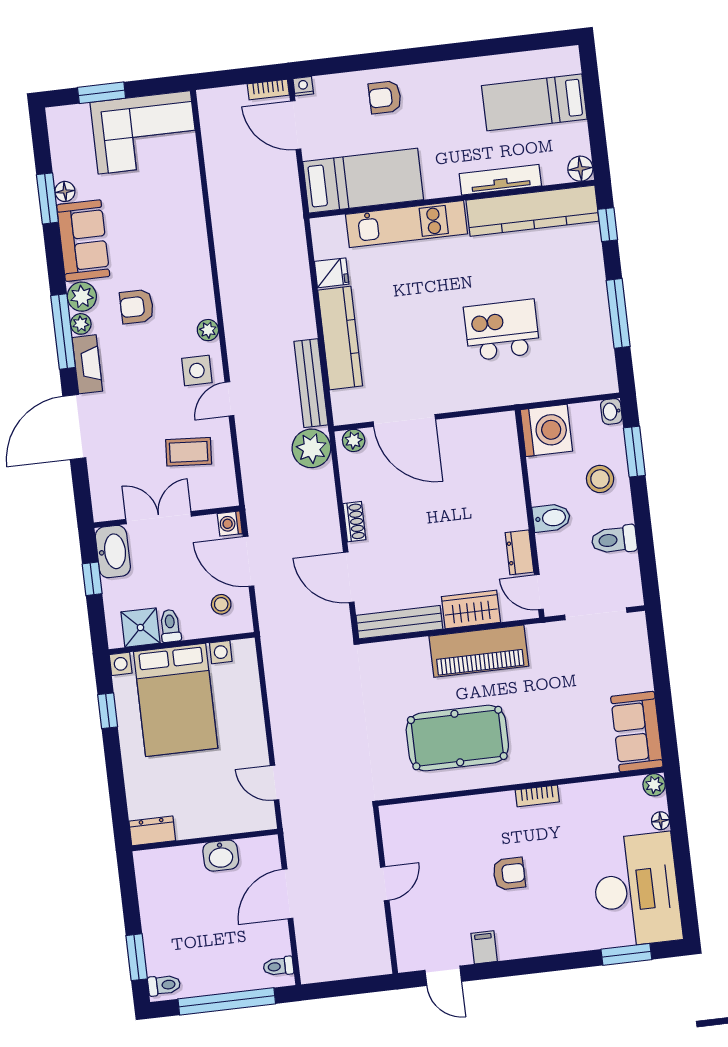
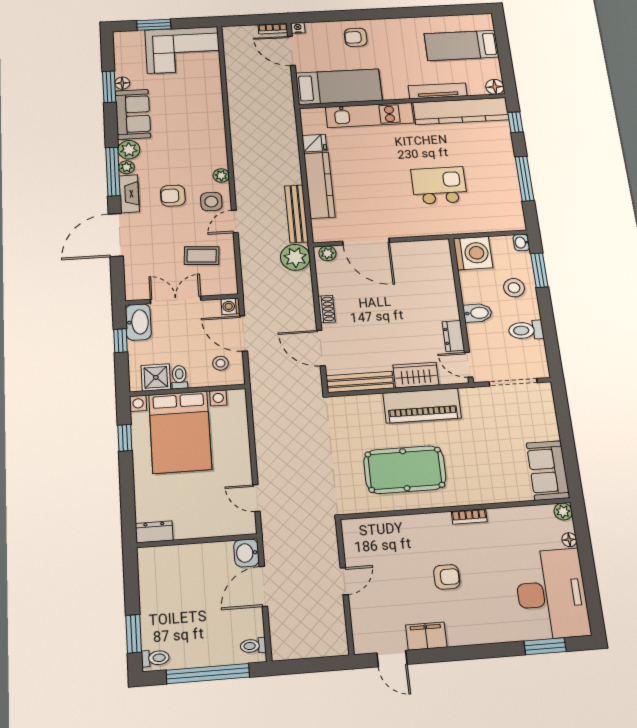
armchair: (137, 307) -> (173, 196), moved
washbasin: (221, 856) -> (246, 553), moved, turned 90
filing cabinet: (484, 947) -> (426, 636), width x2.00

